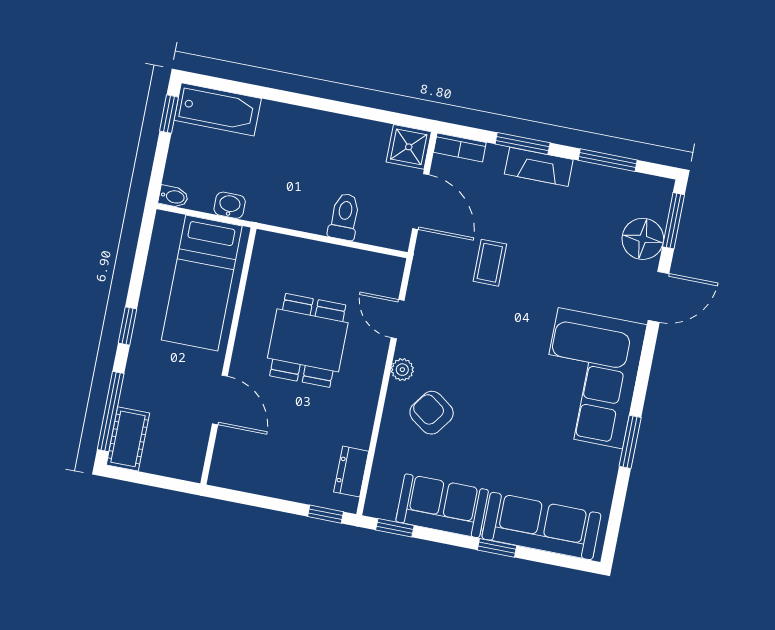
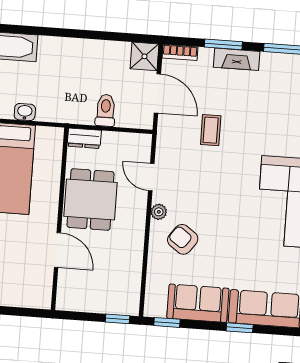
wall: (228, 356) -> (60, 219), moved
door: (220, 400) -> (57, 250), moved
dresser: (351, 472) -> (84, 138), moved, turned -90

